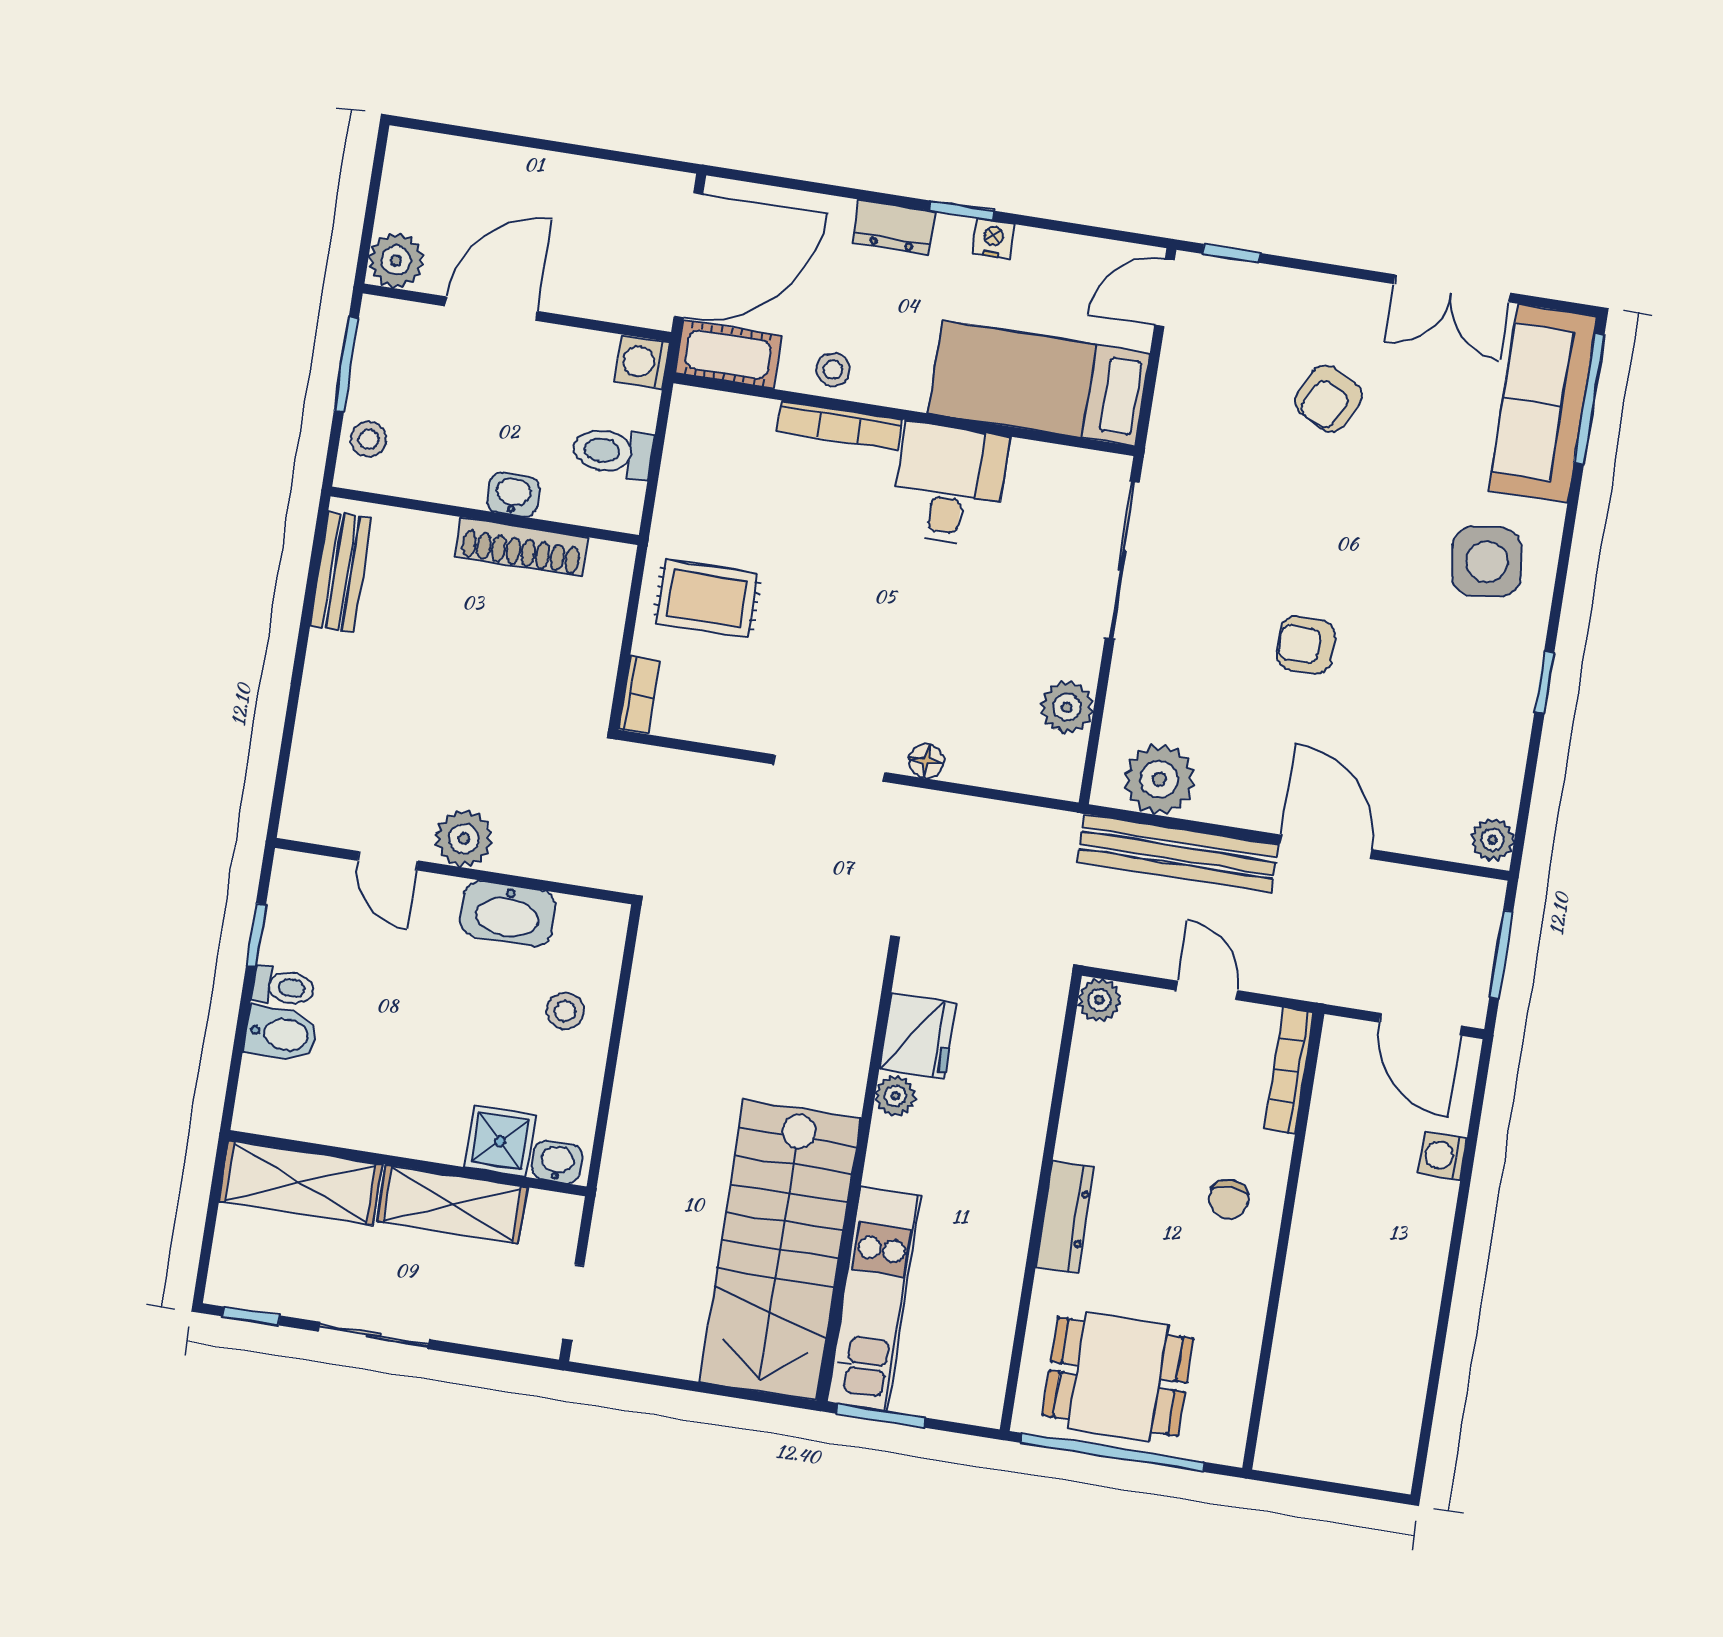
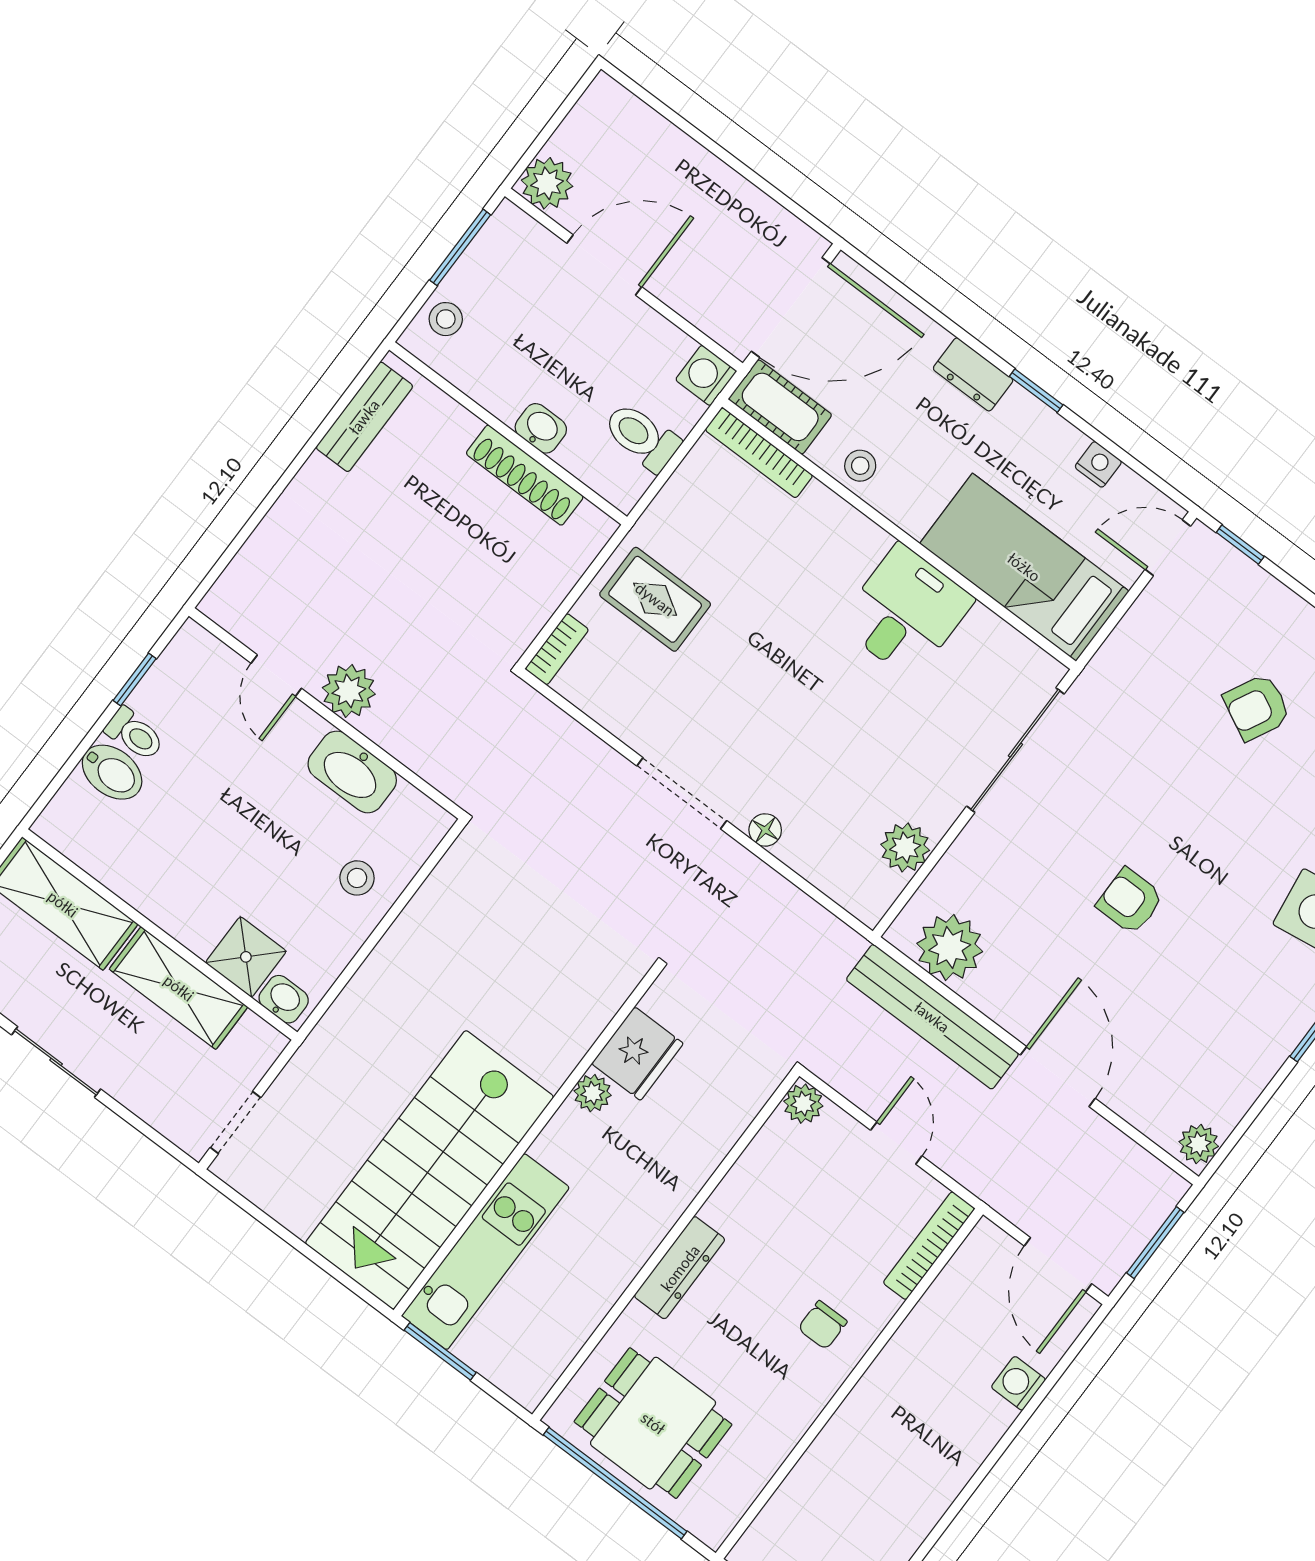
nightstand: (993, 239) -> (1098, 464), moved
bookcase: (839, 425) -> (759, 453), moved

